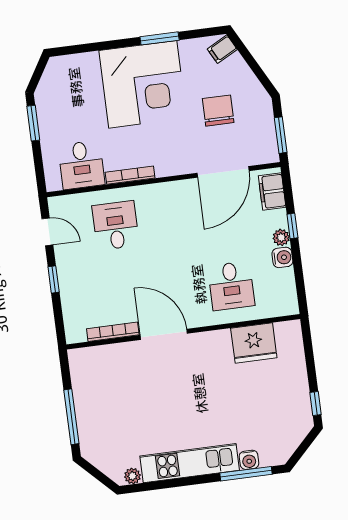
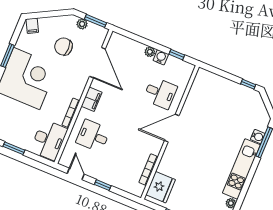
plant: (265, 118) -> (82, 24), added
desk: (81, 165) -> (49, 140), width x1.37
filing cabinet: (272, 191) -> (92, 99), moved, turned -90
window: (292, 226) -> (177, 55), moved
door: (47, 232) -> (76, 174), hinge flipped
door: (164, 334) -> (172, 128), moved
fridge: (254, 343) -> (161, 187), moved

